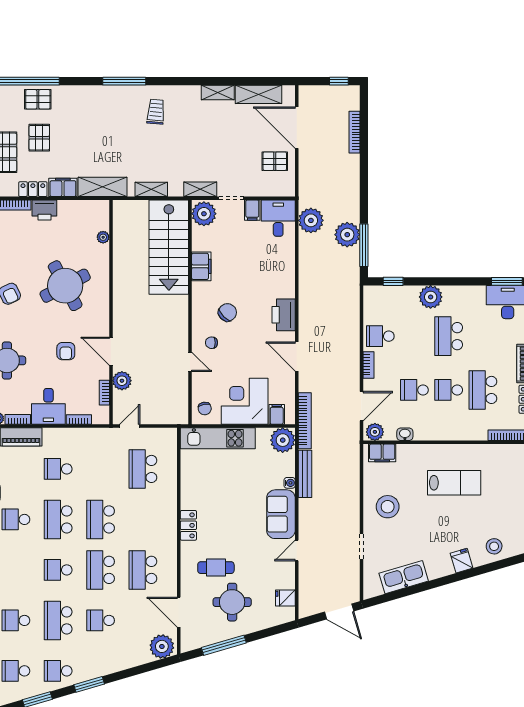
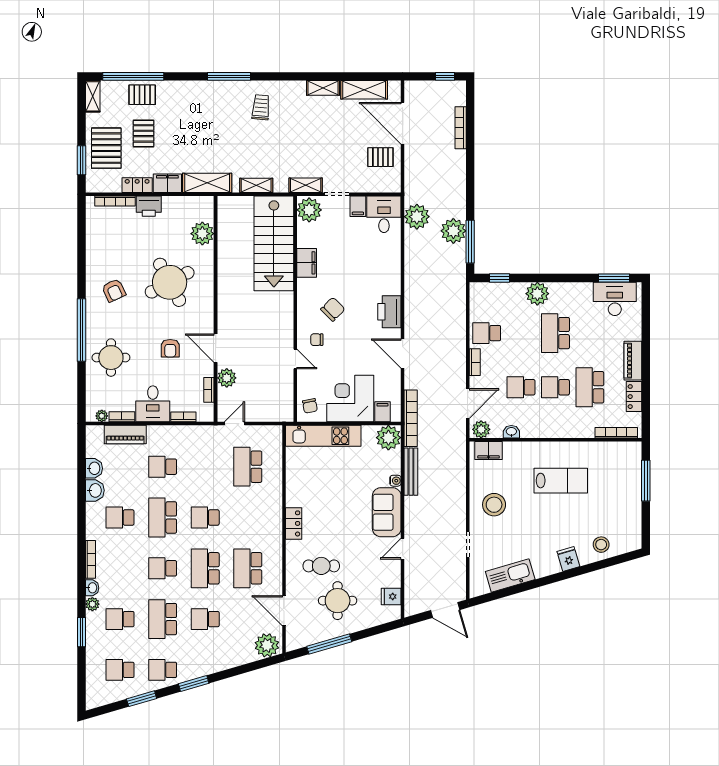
plant: (103, 237) -> (202, 234), width x1.88, depth x1.88
school desk: (101, 519) -> (205, 517), width x0.54

